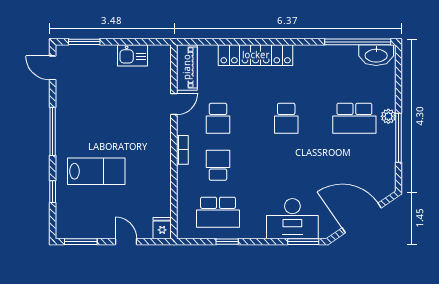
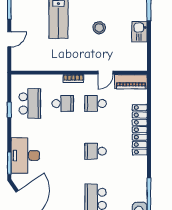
kitchen sink: (133, 55) -> (140, 32), moved
door: (174, 104) -> (105, 73), hinge flipped
stool: (110, 113) -> (99, 28), added
school desk: (218, 212) -> (30, 103), turned 180
fridge: (162, 228) -> (19, 64), removed

